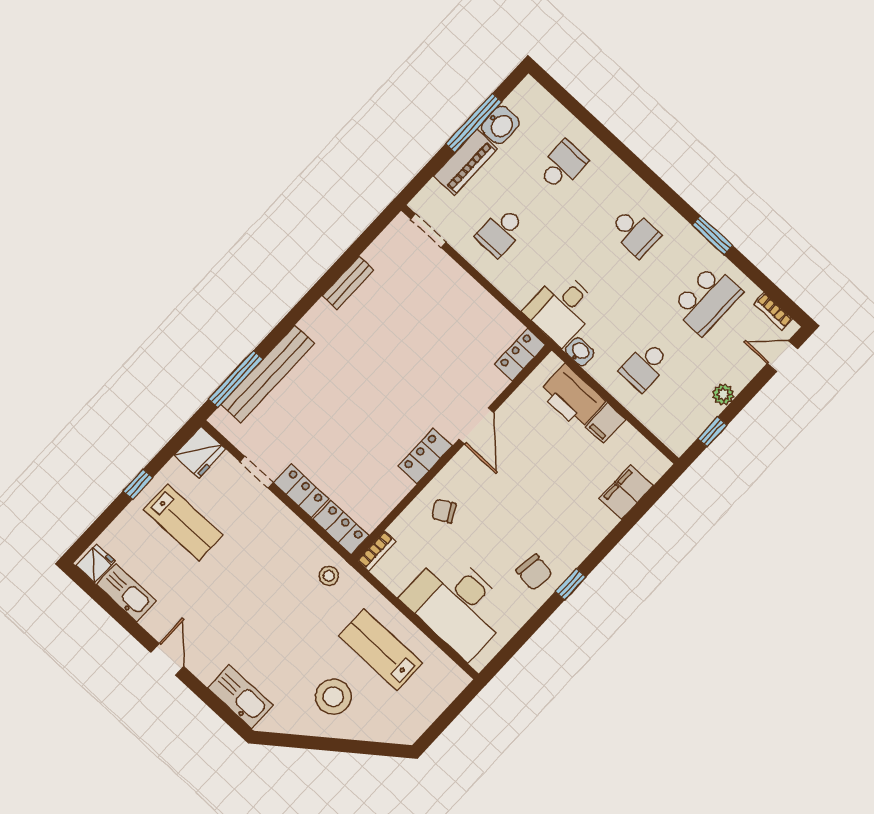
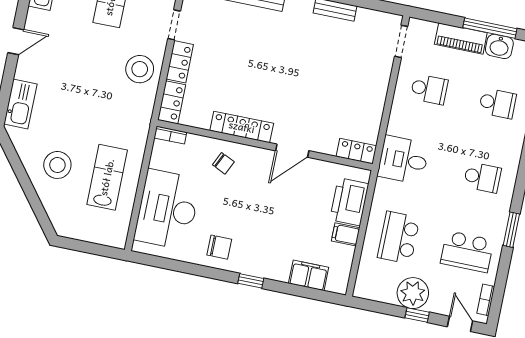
school desk: (501, 232) -> (429, 89), turned 180
school desk: (635, 232) -> (482, 177), turned -90
washbasin: (580, 352) -> (382, 189), removed
school desk: (645, 366) -> (399, 238), width x1.85
plant: (723, 394) -> (413, 293), width x1.87, depth x1.87
window: (712, 432) -> (417, 315), moved
locker: (425, 456) -> (242, 127), width x1.53
chair: (444, 511) -> (223, 163), turned 145
chair: (534, 572) -> (219, 247), turned -98
stool: (329, 576) -> (140, 69), moved, width x1.89, depth x1.89
window: (571, 584) -> (251, 281), moved

